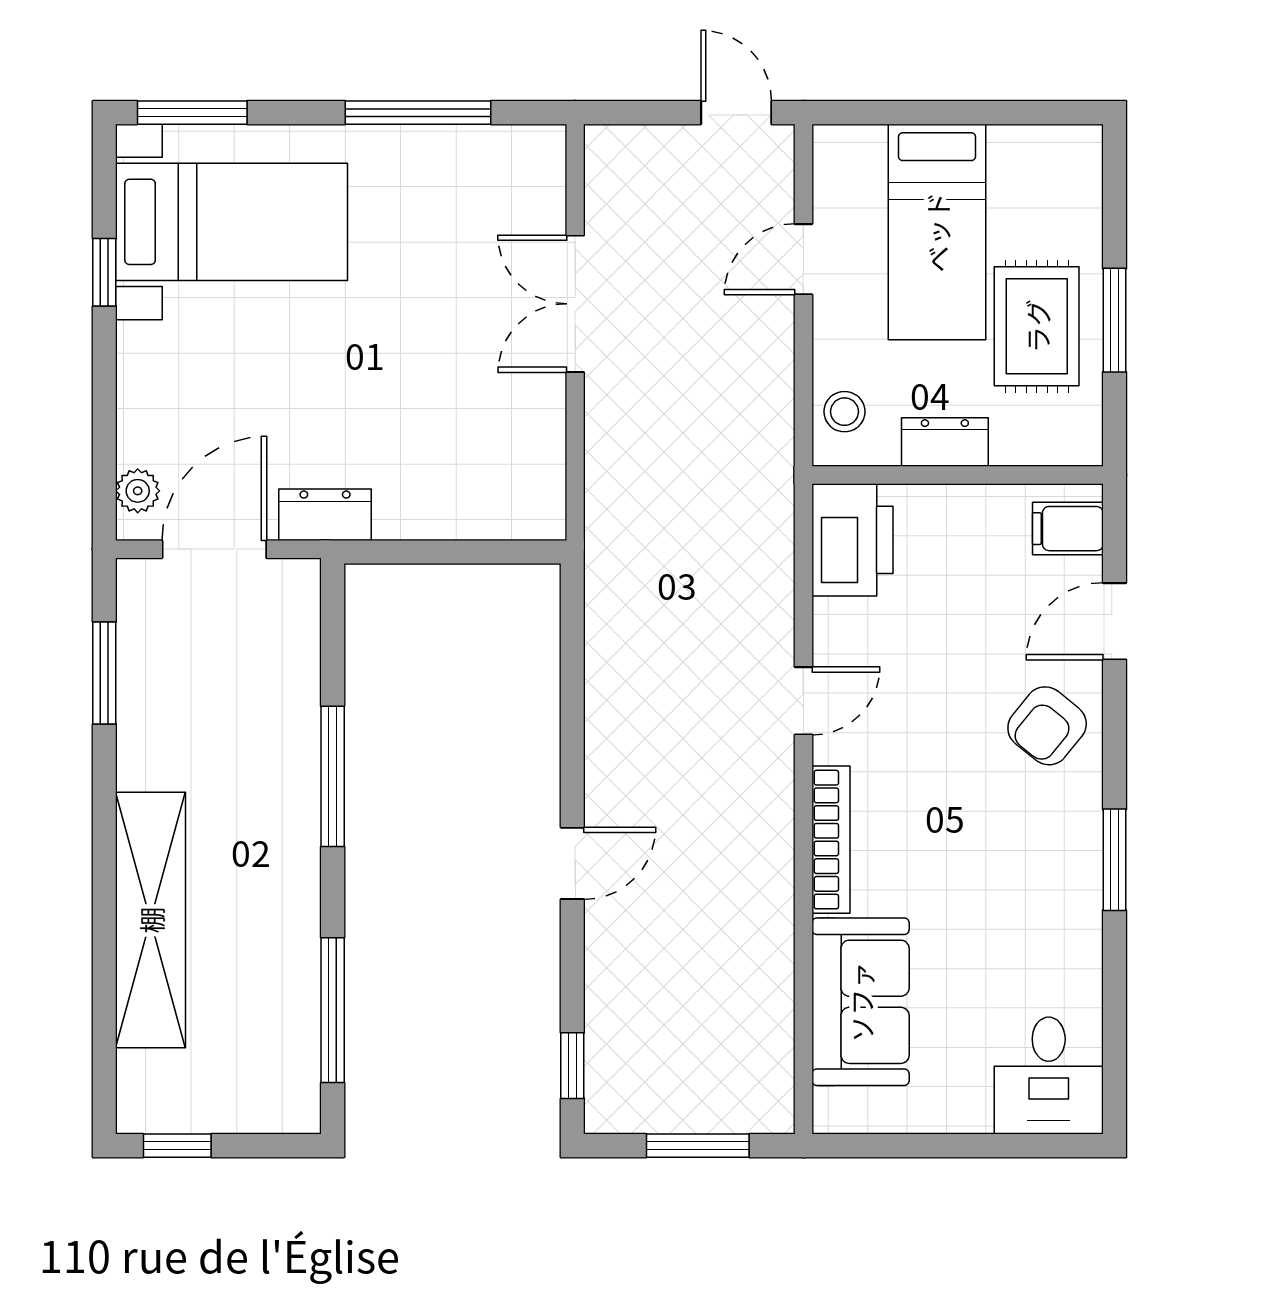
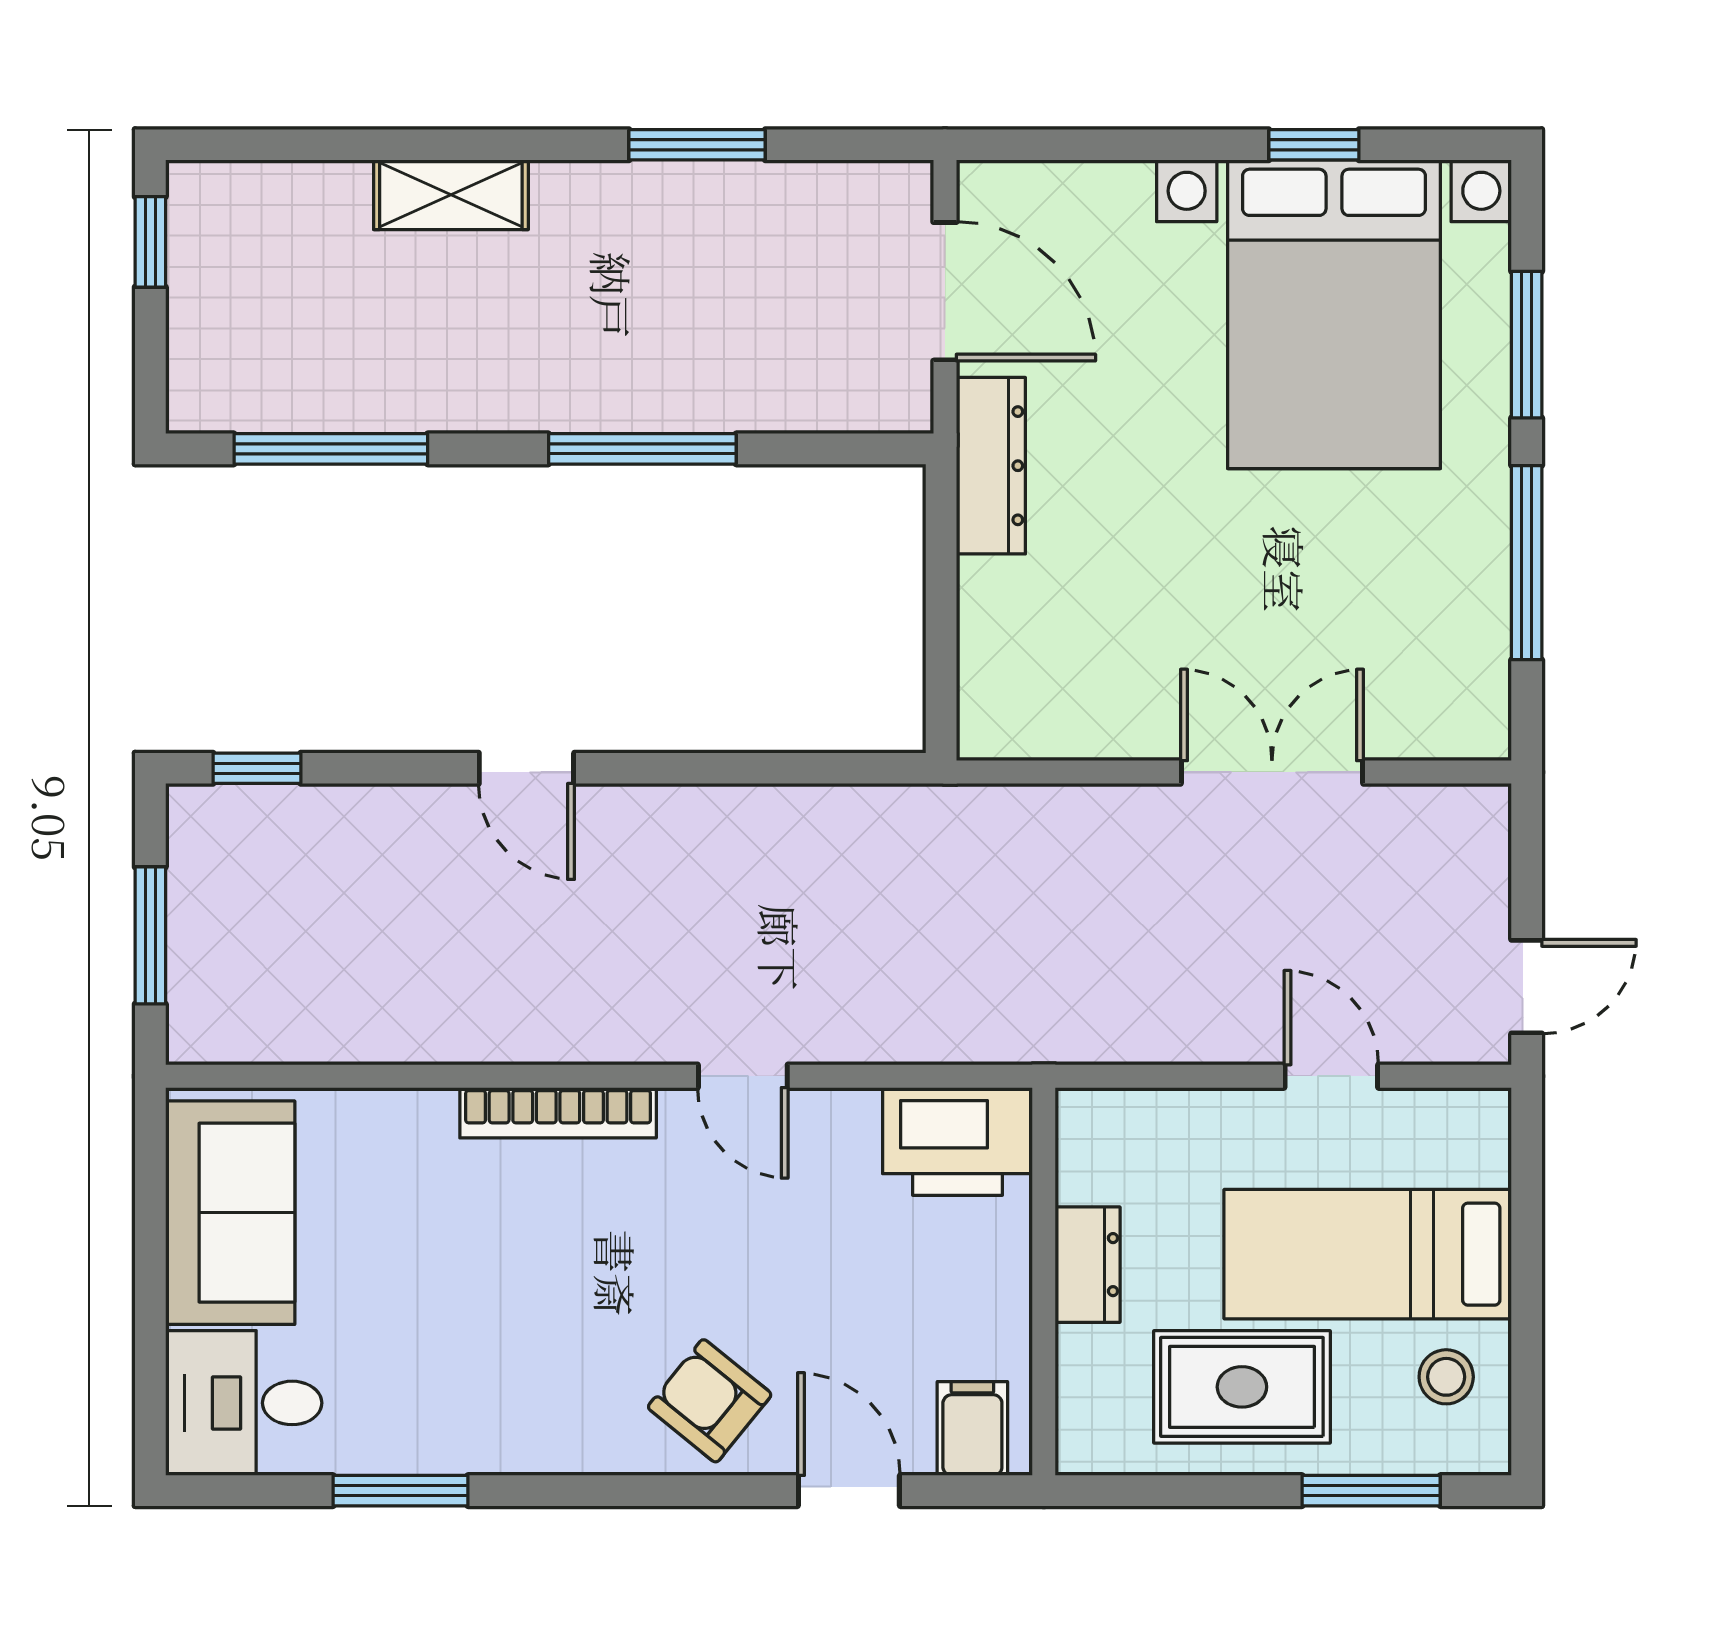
window: (192, 113) -> (1527, 345), moved
bed with nightstands: (232, 222) -> (1334, 314), width x1.36
window: (1114, 320) -> (1371, 1491), moved
stool: (844, 412) -> (1446, 1377), moved
plant: (138, 491) -> (1023, 189), removed
dresser: (325, 515) -> (991, 466), width x1.44
window: (104, 673) -> (697, 145), moved
window: (1114, 860) -> (400, 1491), moved
shelving: (151, 920) -> (451, 195), width x0.45, depth x0.75
sofa: (861, 1002) -> (230, 1213), moved, turned -90

